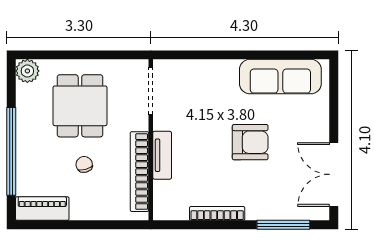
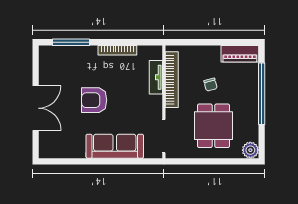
sofa: (280, 77) -> (115, 146), moved
tv unit: (162, 155) -> (156, 77), moved
double door: (334, 174) -> (36, 108), moved

